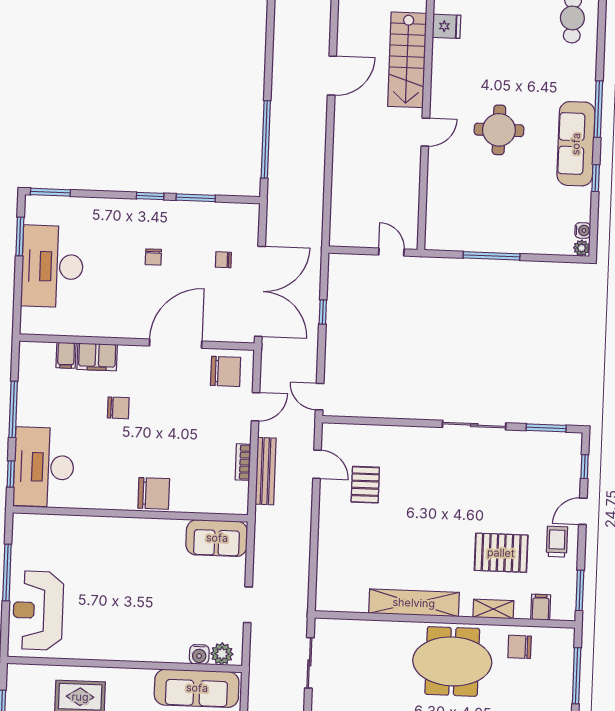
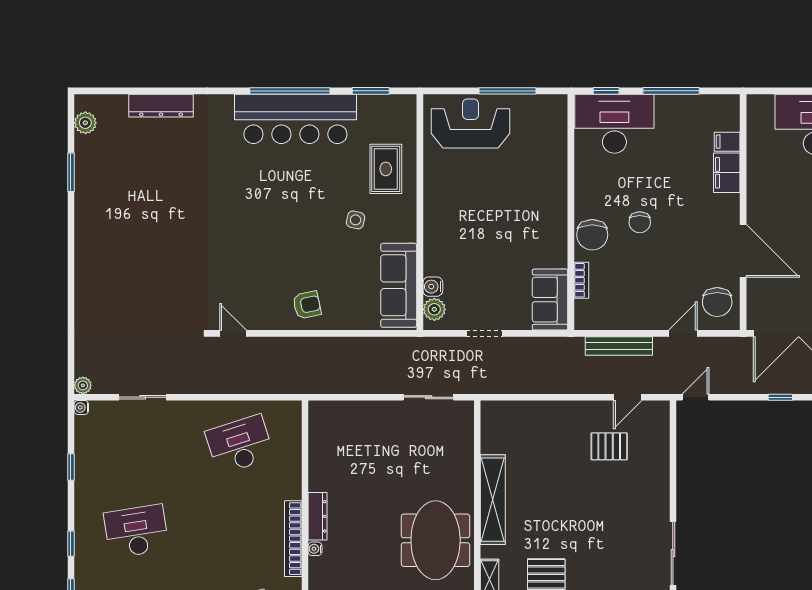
door: (255, 407) -> (683, 333), swing flipped
chair: (118, 408) -> (640, 222), moved
bookcase: (243, 462) -> (581, 280), moved, turned 90

